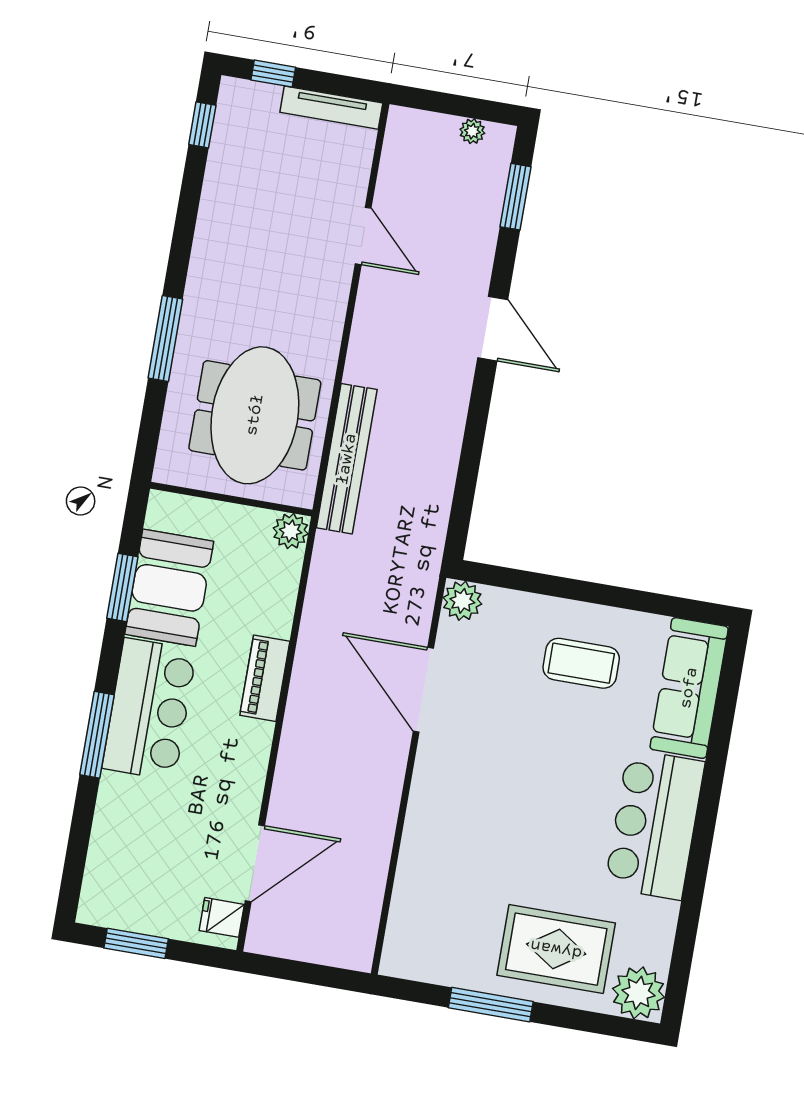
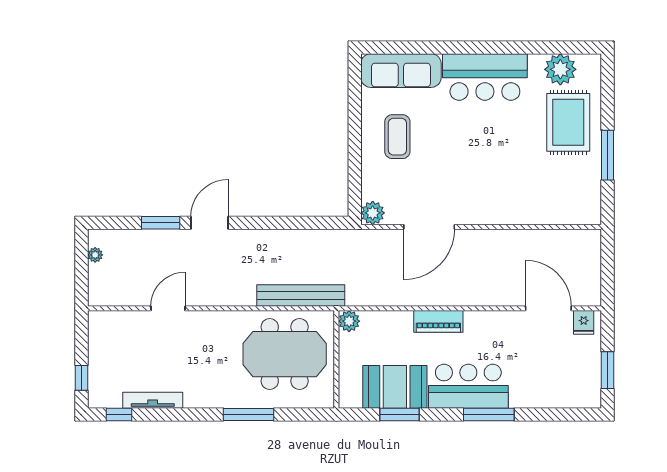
tv unit: (331, 108) -> (153, 400), moved, turned -90
window: (515, 197) -> (161, 223), moved
plant: (639, 993) -> (560, 69), moved

